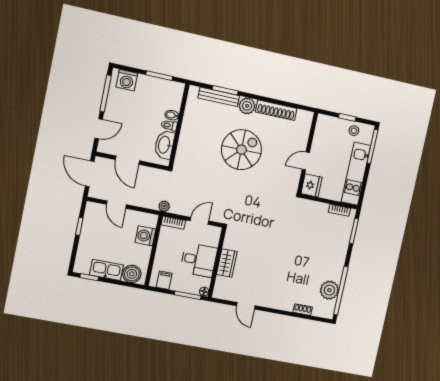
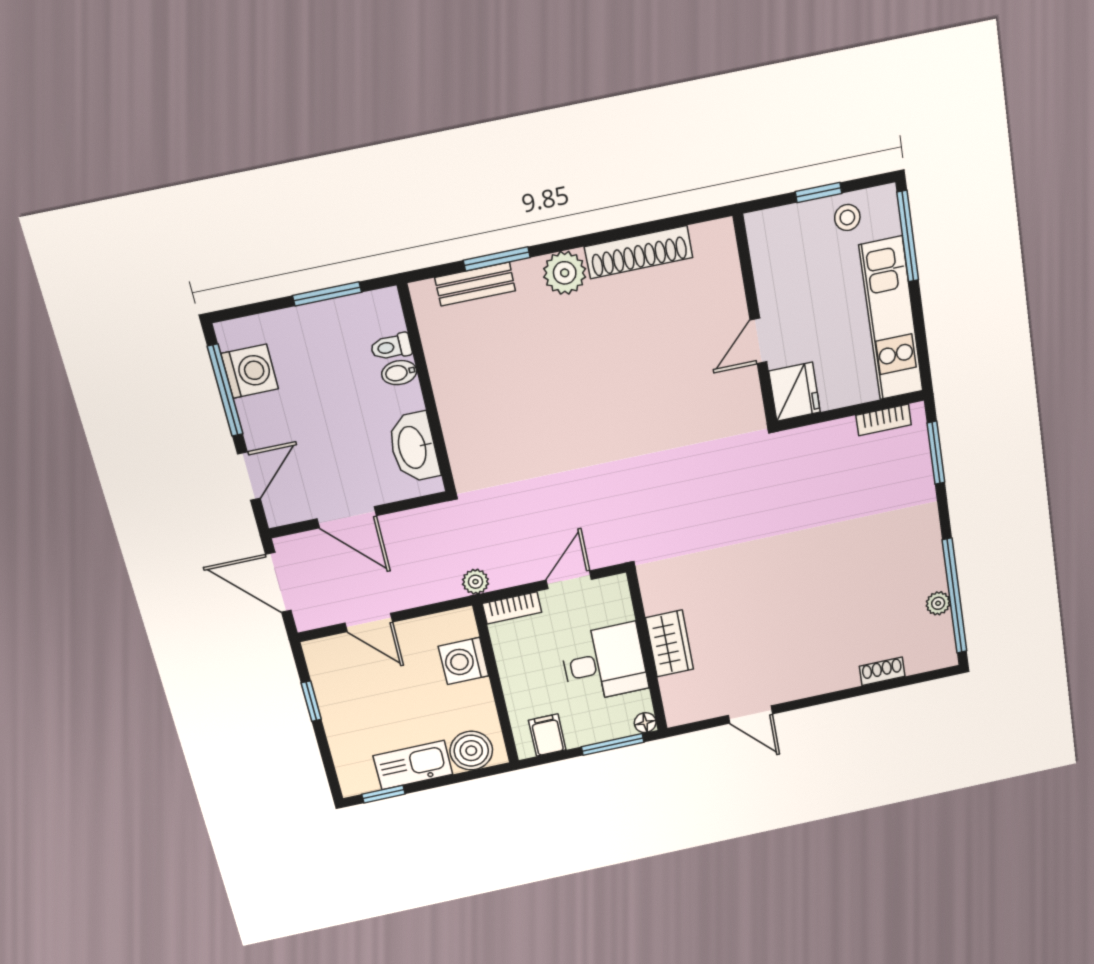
washing machine: (127, 80) -> (250, 371), moved, turned -90
bench: (219, 97) -> (475, 284), width x0.73
toilet: (169, 125) -> (391, 347), moved
spiral stairs: (241, 150) -> (595, 381), removed
plant: (329, 290) -> (938, 603), width x0.53, depth x0.53

